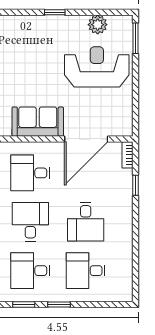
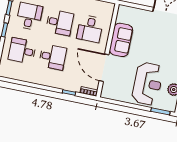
desk: (30, 173) -> (90, 29), turned 180
desk: (86, 222) -> (53, 57), turned 180
desk: (86, 271) -> (22, 51), turned -90

